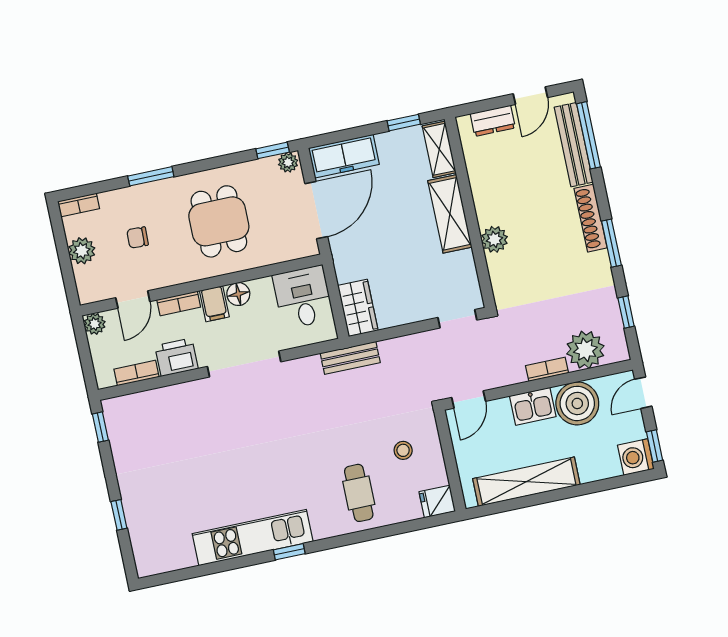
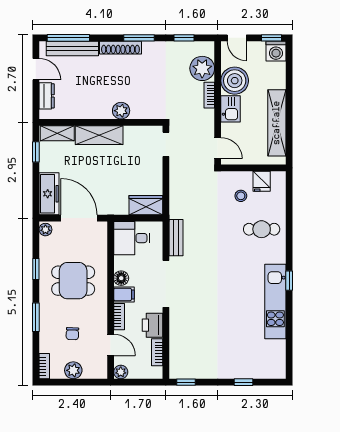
window: (273, 150) -> (36, 269), moved
bench: (350, 358) -> (176, 238), moved
fridge: (437, 501) -> (262, 181), moved

